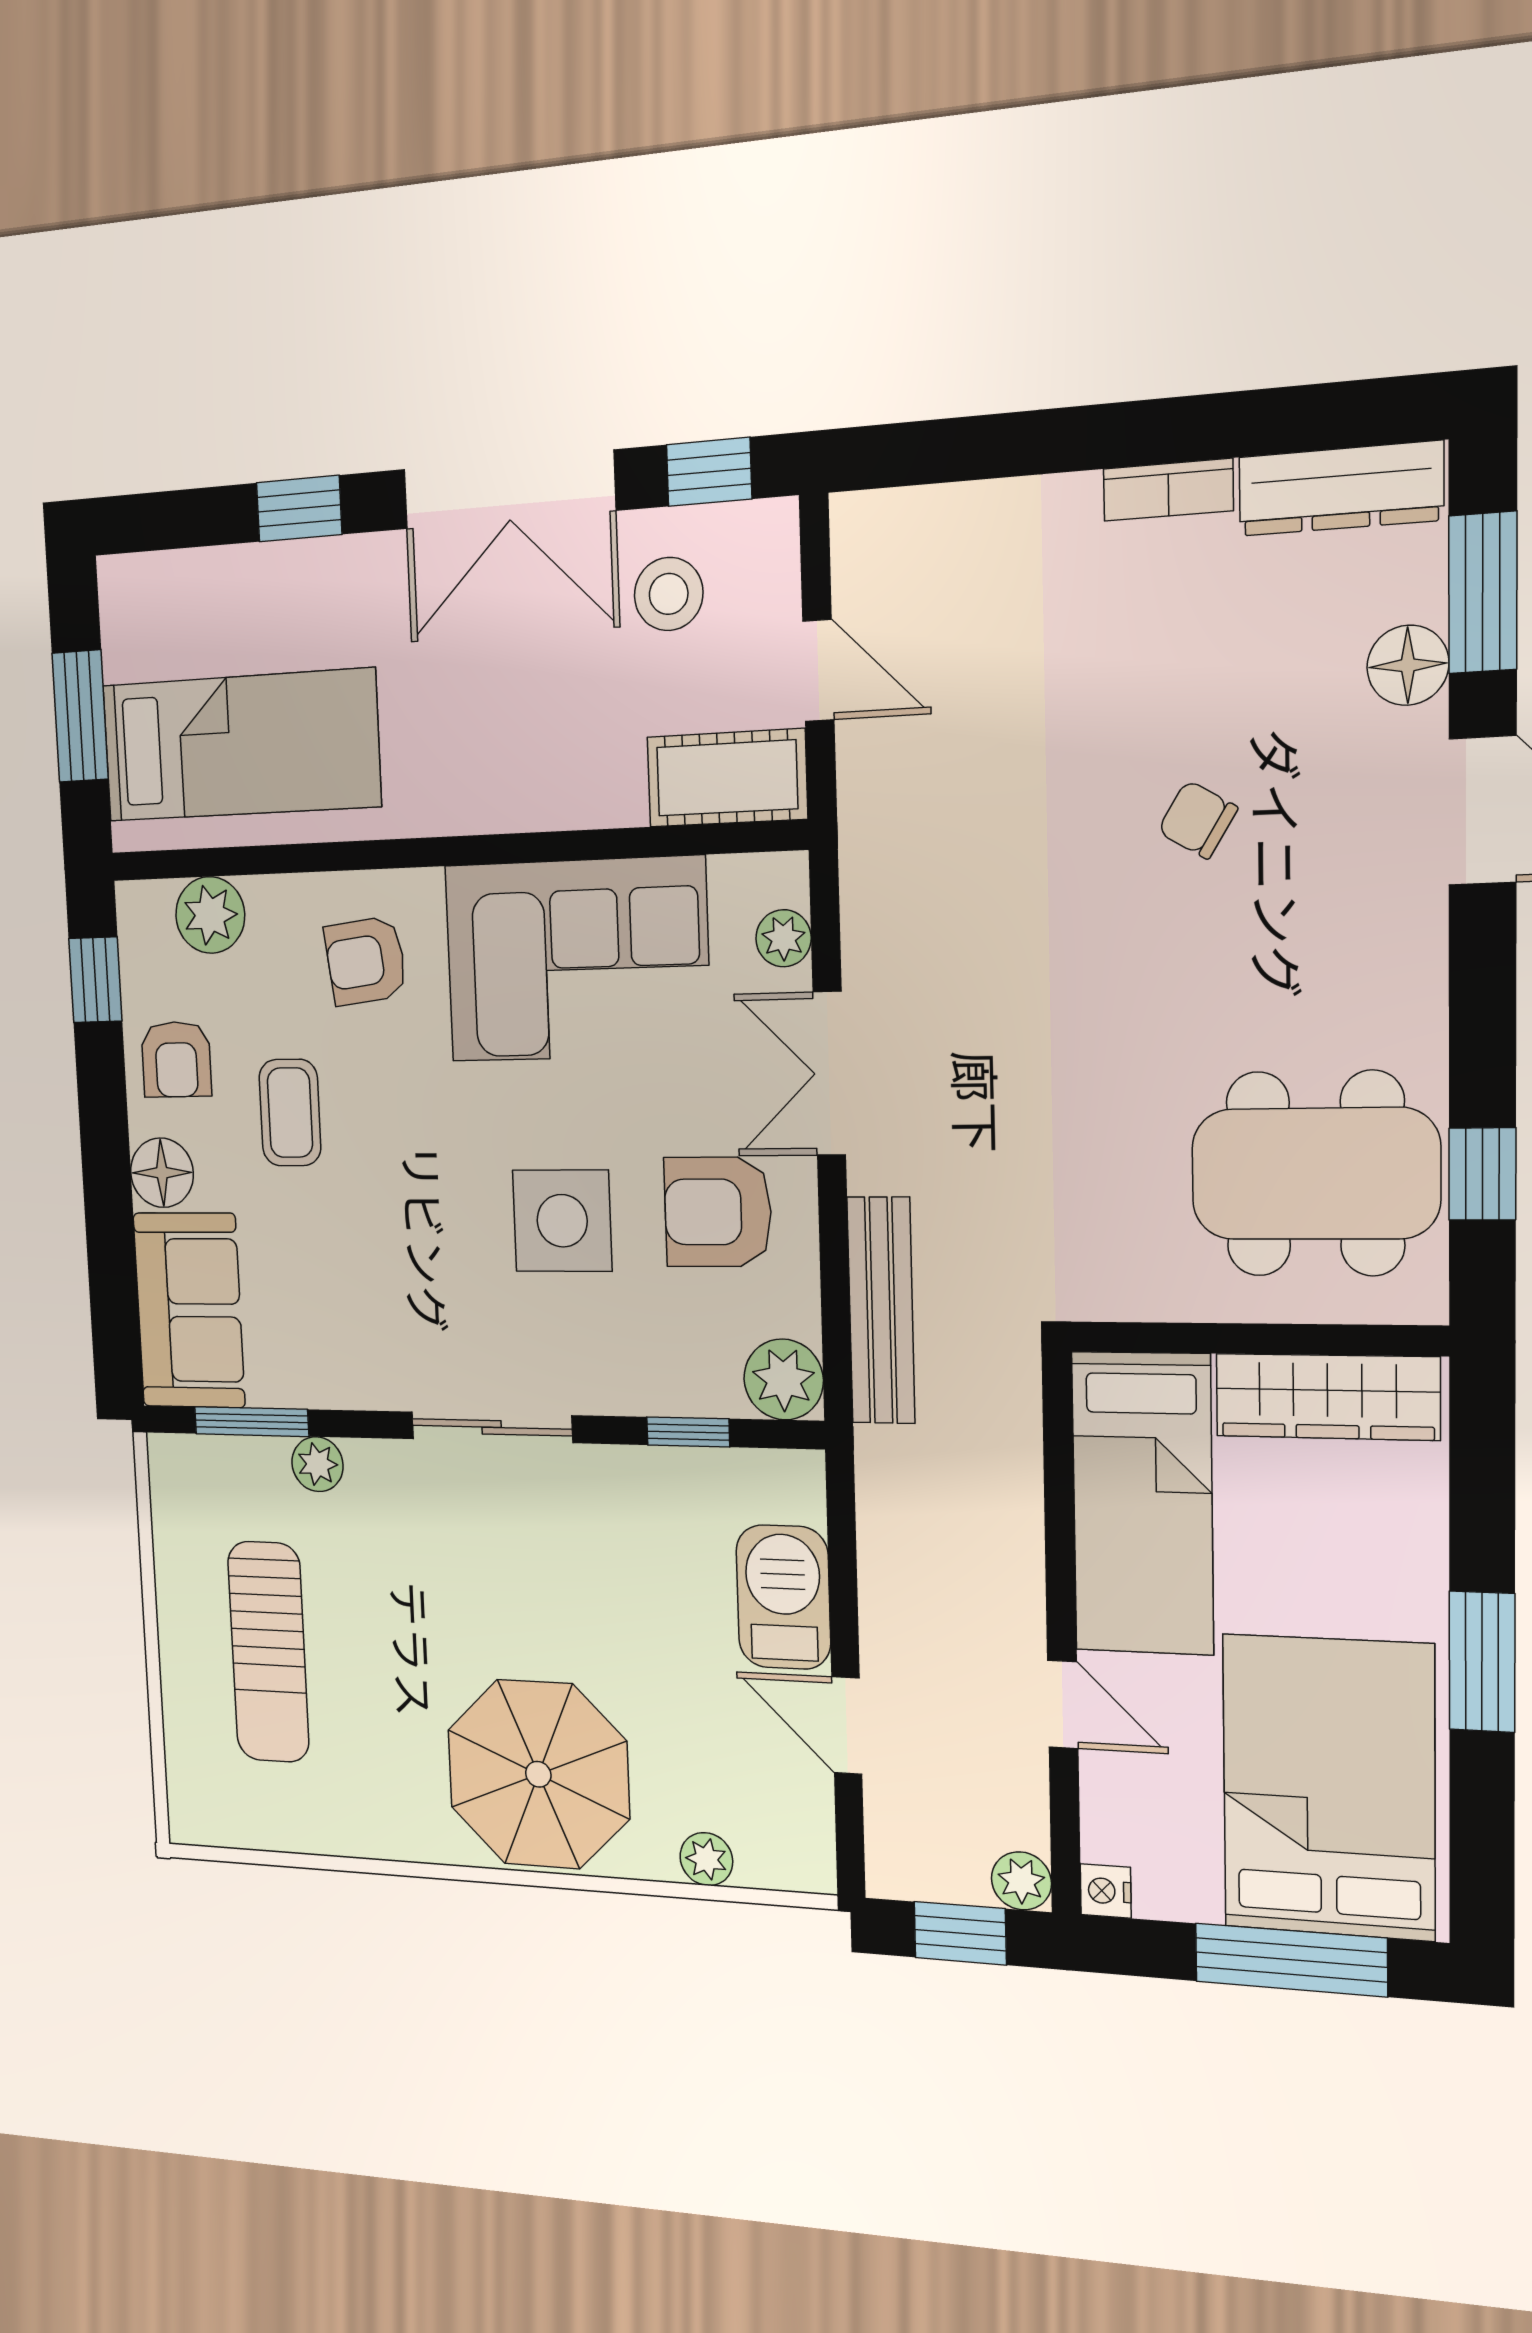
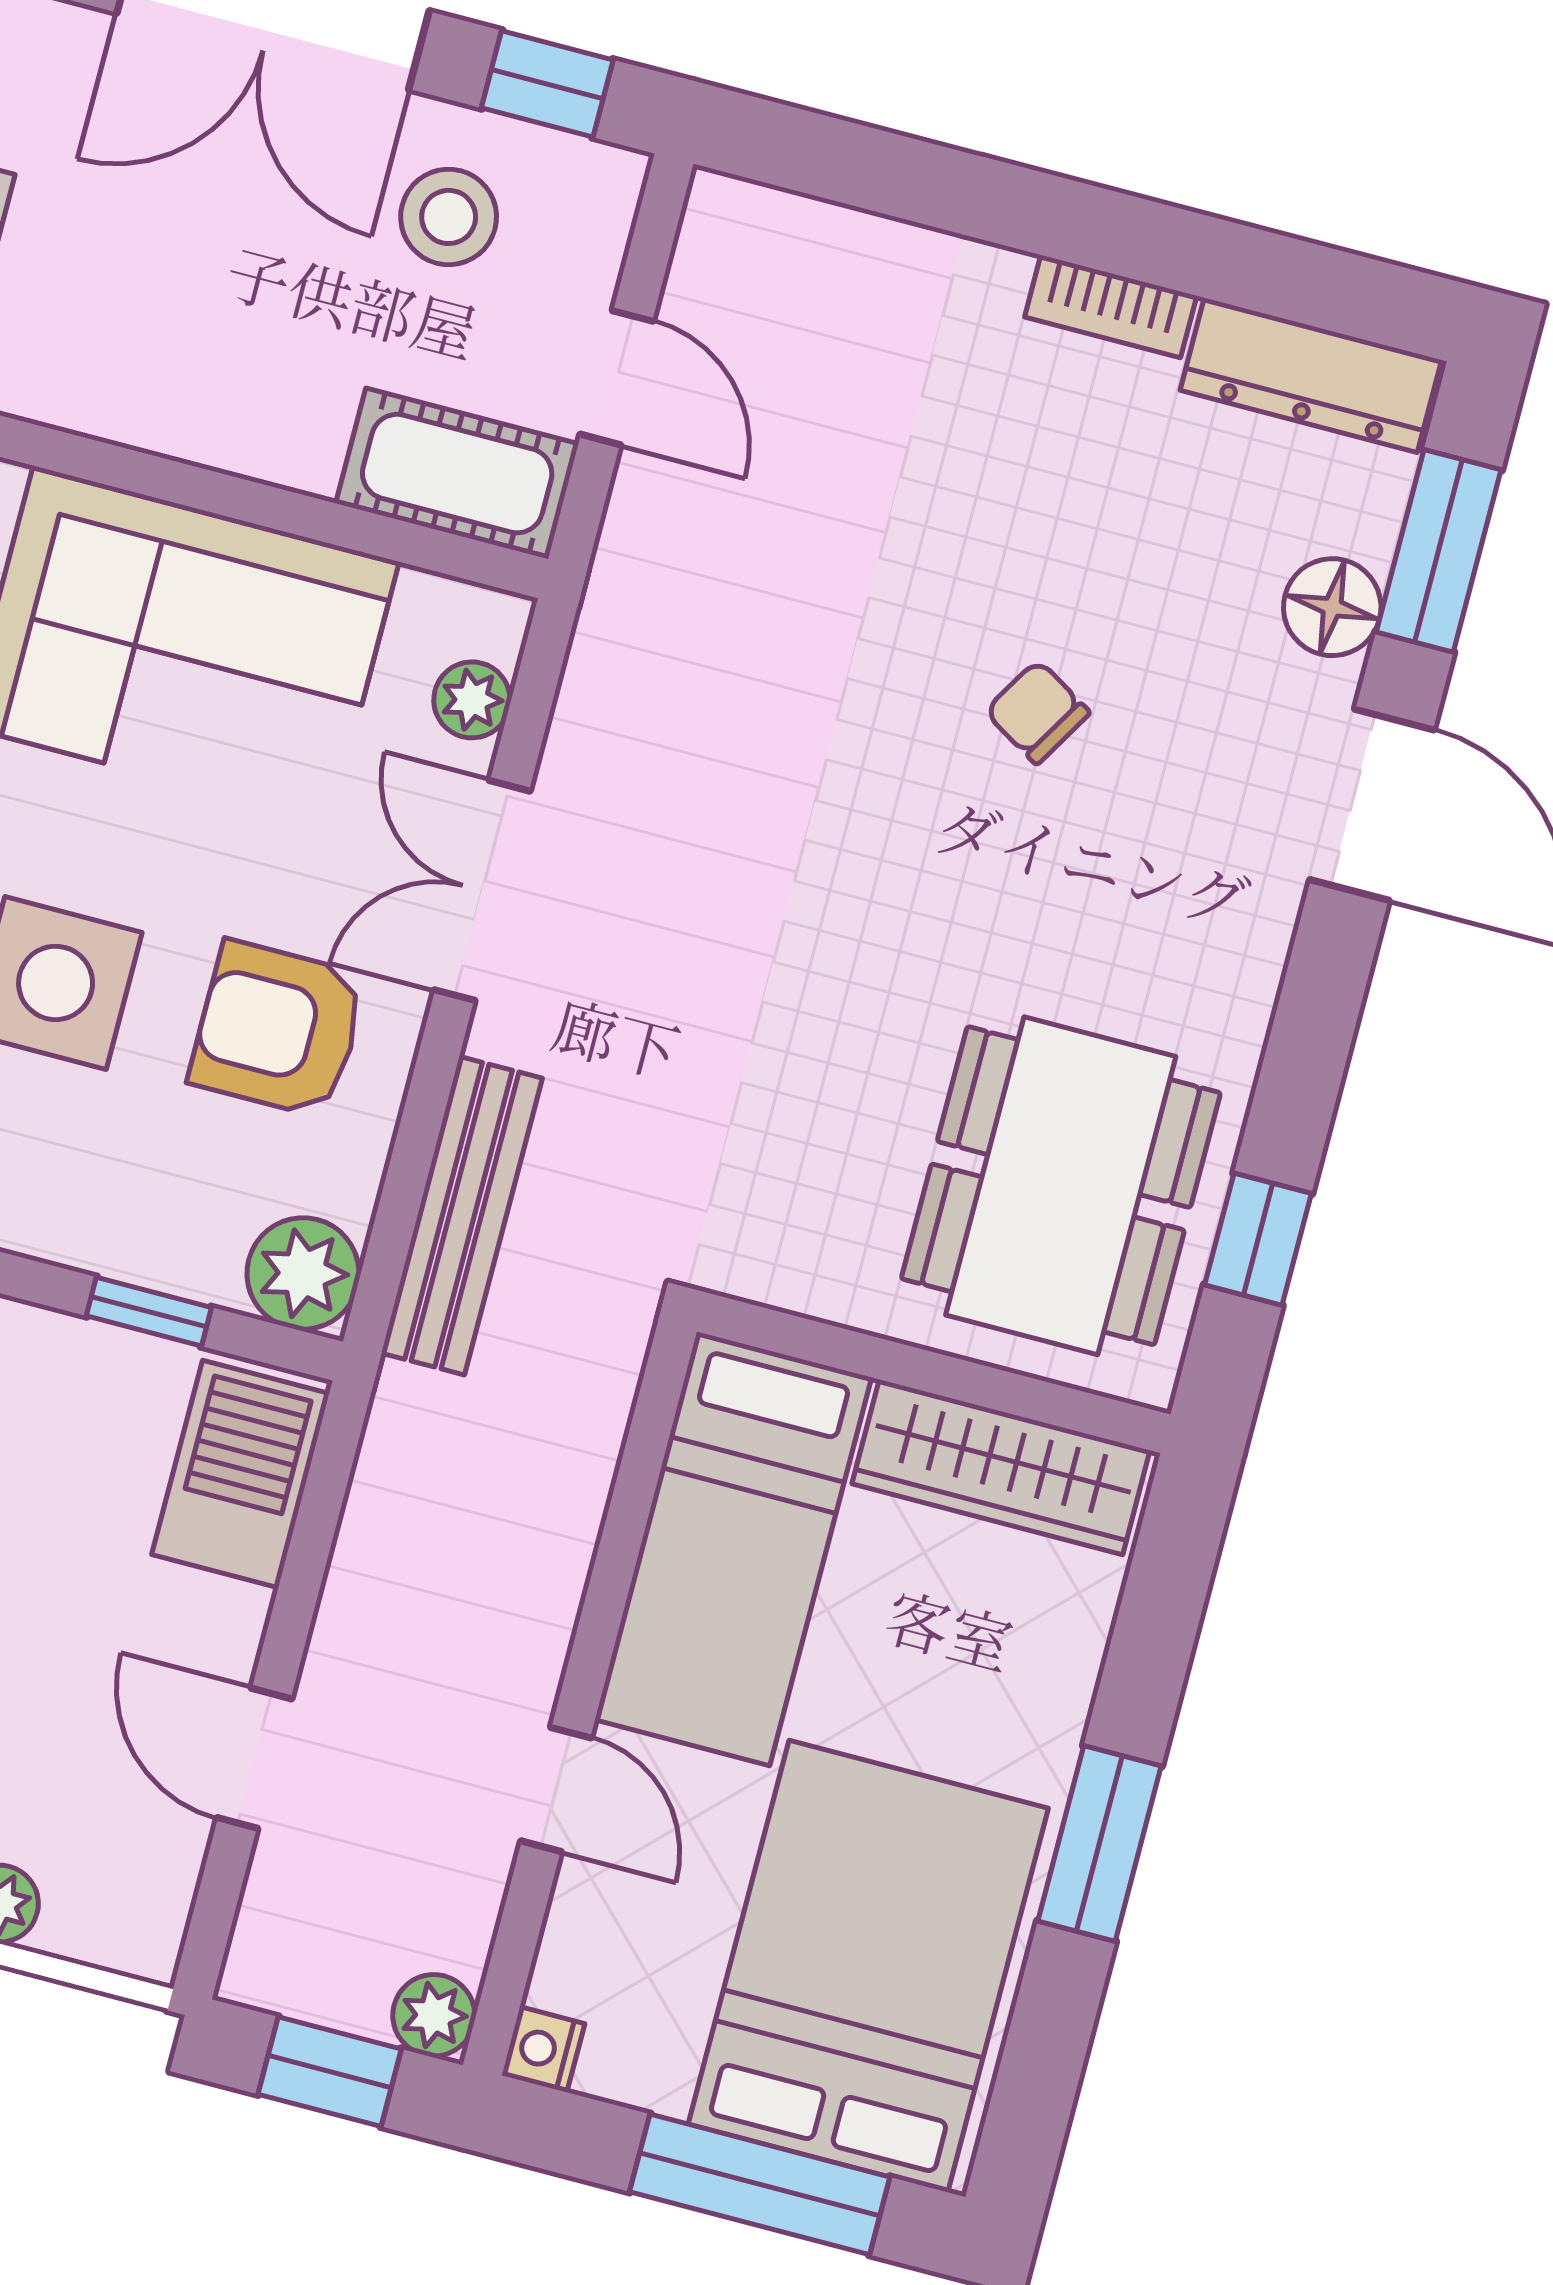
dining table: (1315, 1174) -> (1061, 1186), turned 90
barbecue: (783, 1597) -> (240, 1474), moved

